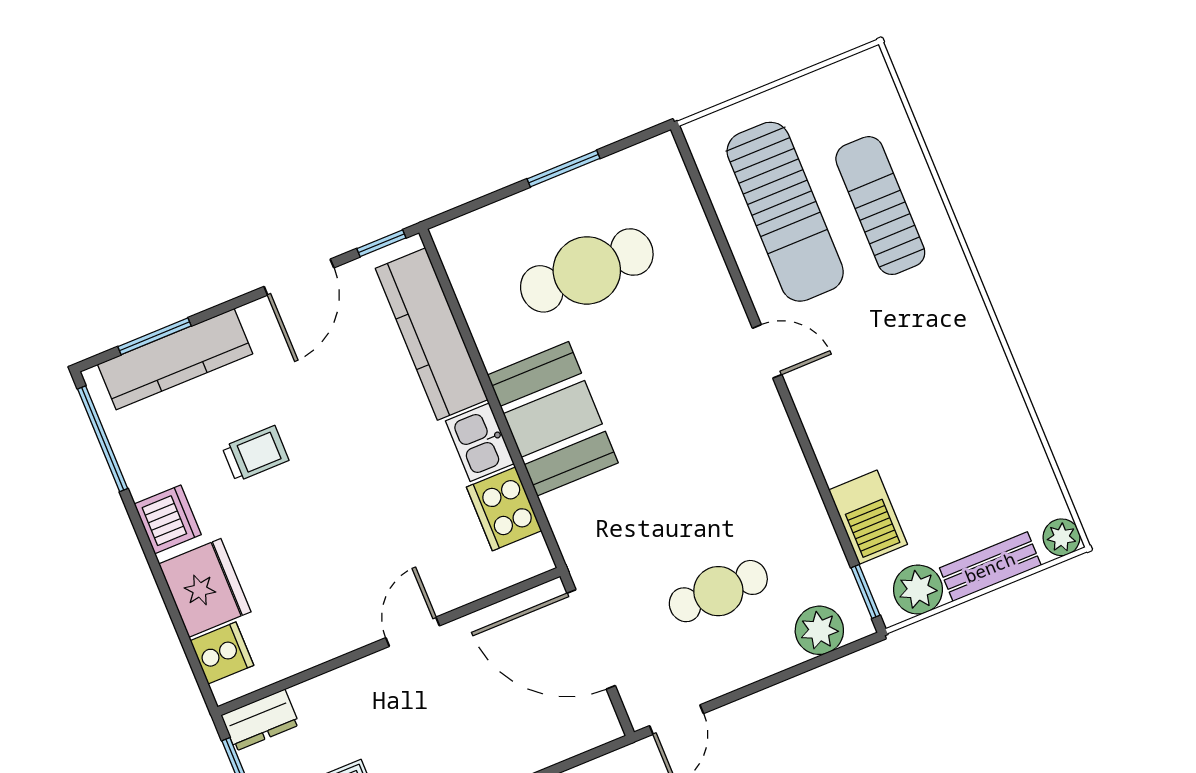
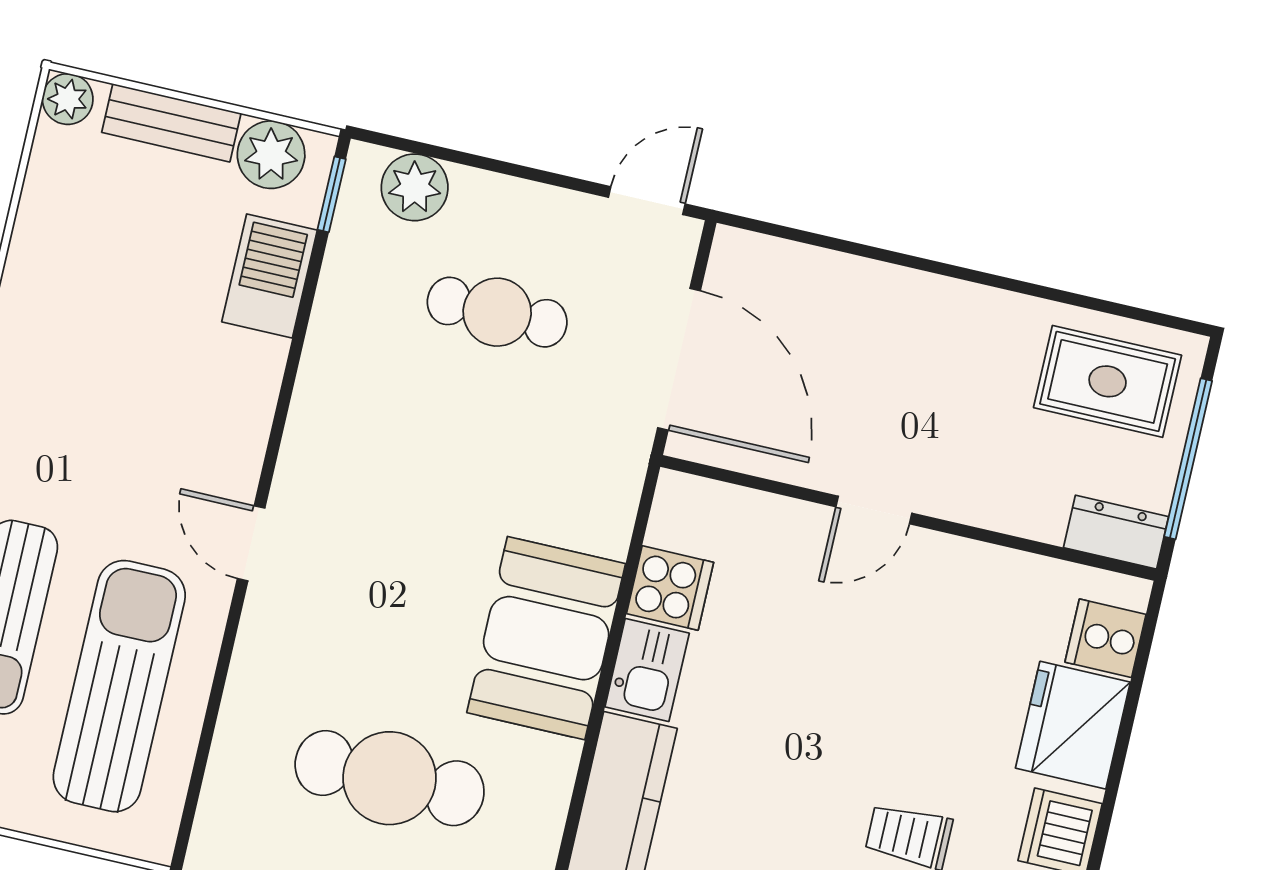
cooker: (504, 509) -> (670, 588), width x0.73

